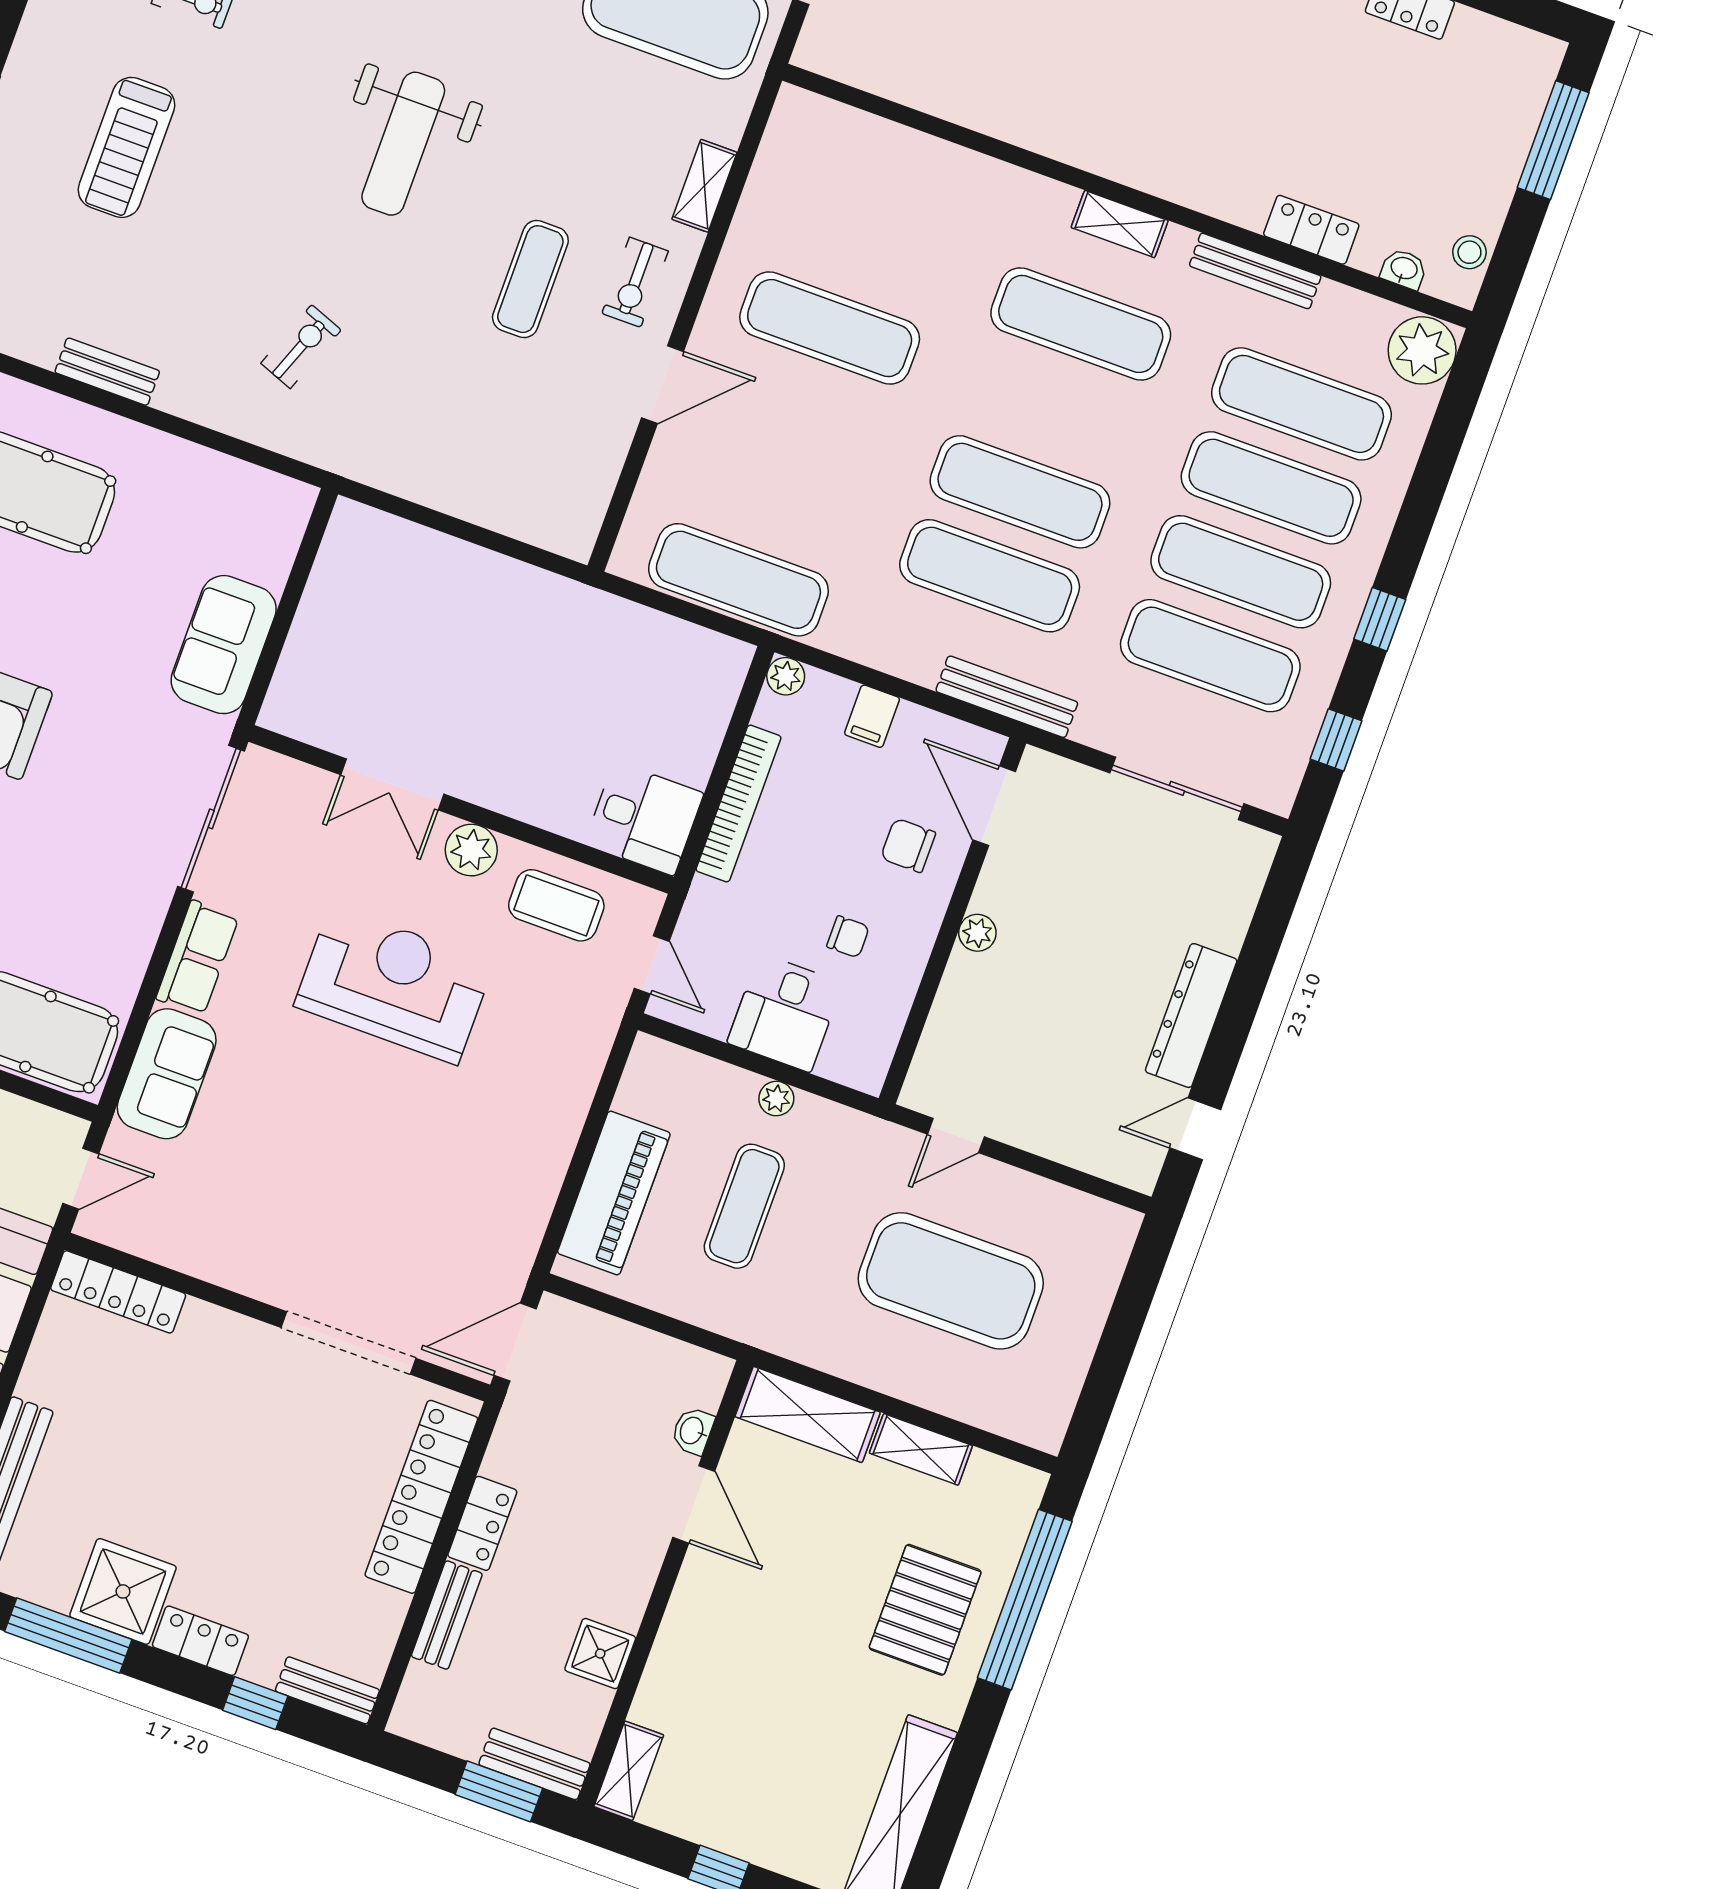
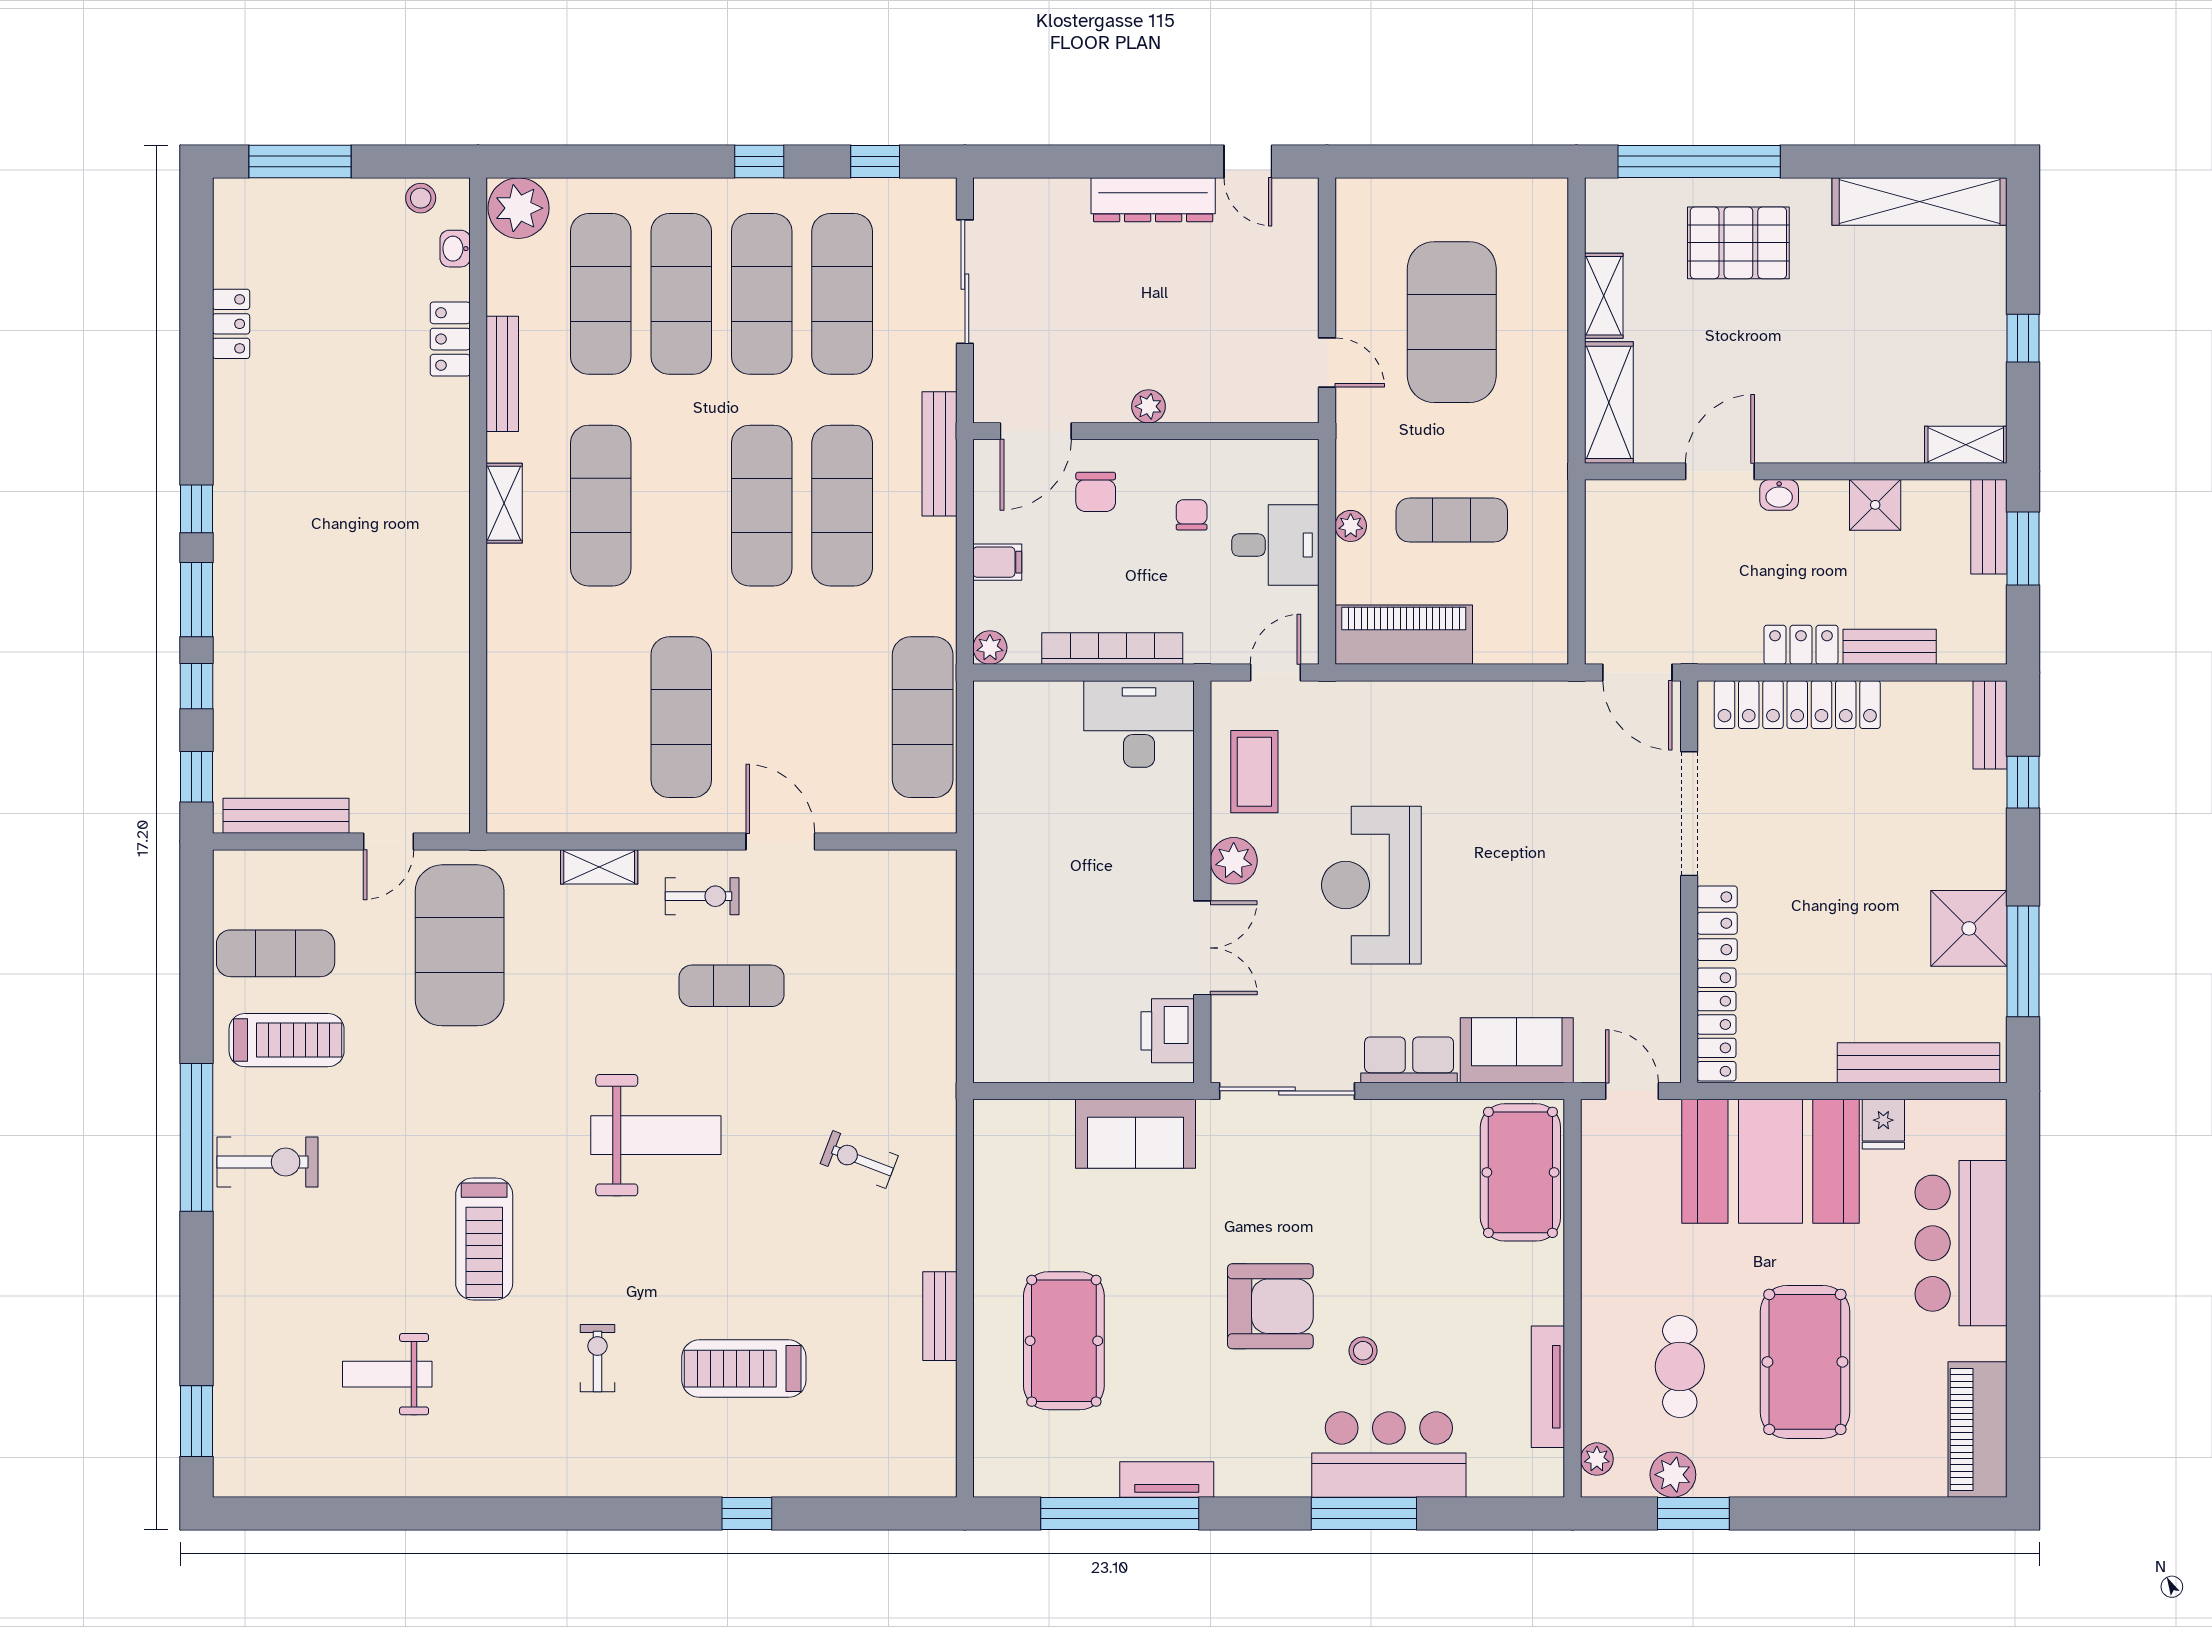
treadmill: (127, 147) -> (744, 1369), turned 180
printer: (319, 717) -> (1168, 1031), added
desk: (644, 819) -> (1139, 724), width x1.37
piano: (614, 1193) -> (1404, 635), moved
washbasin: (693, 1431) -> (1779, 495), moved
locker: (200, 1641) -> (1717, 923), moved, turned 180

